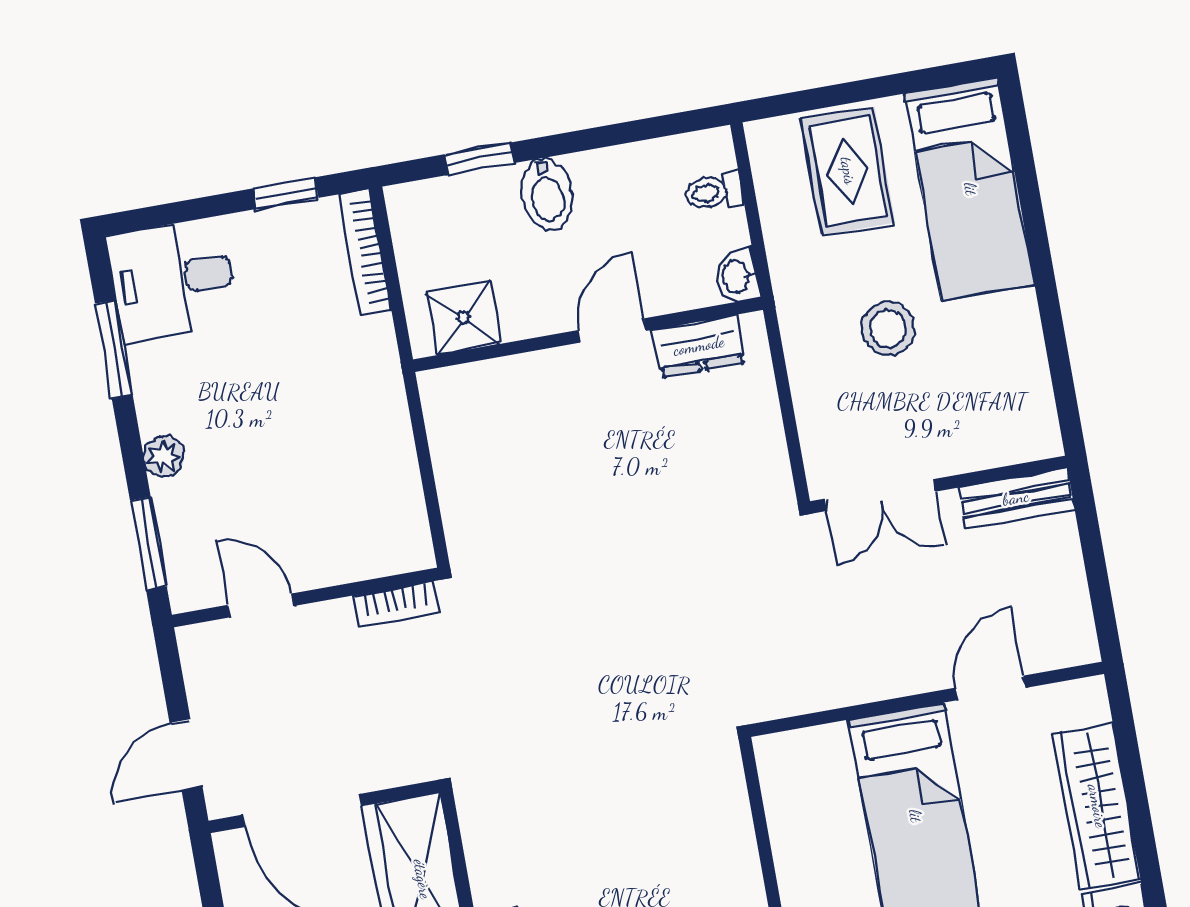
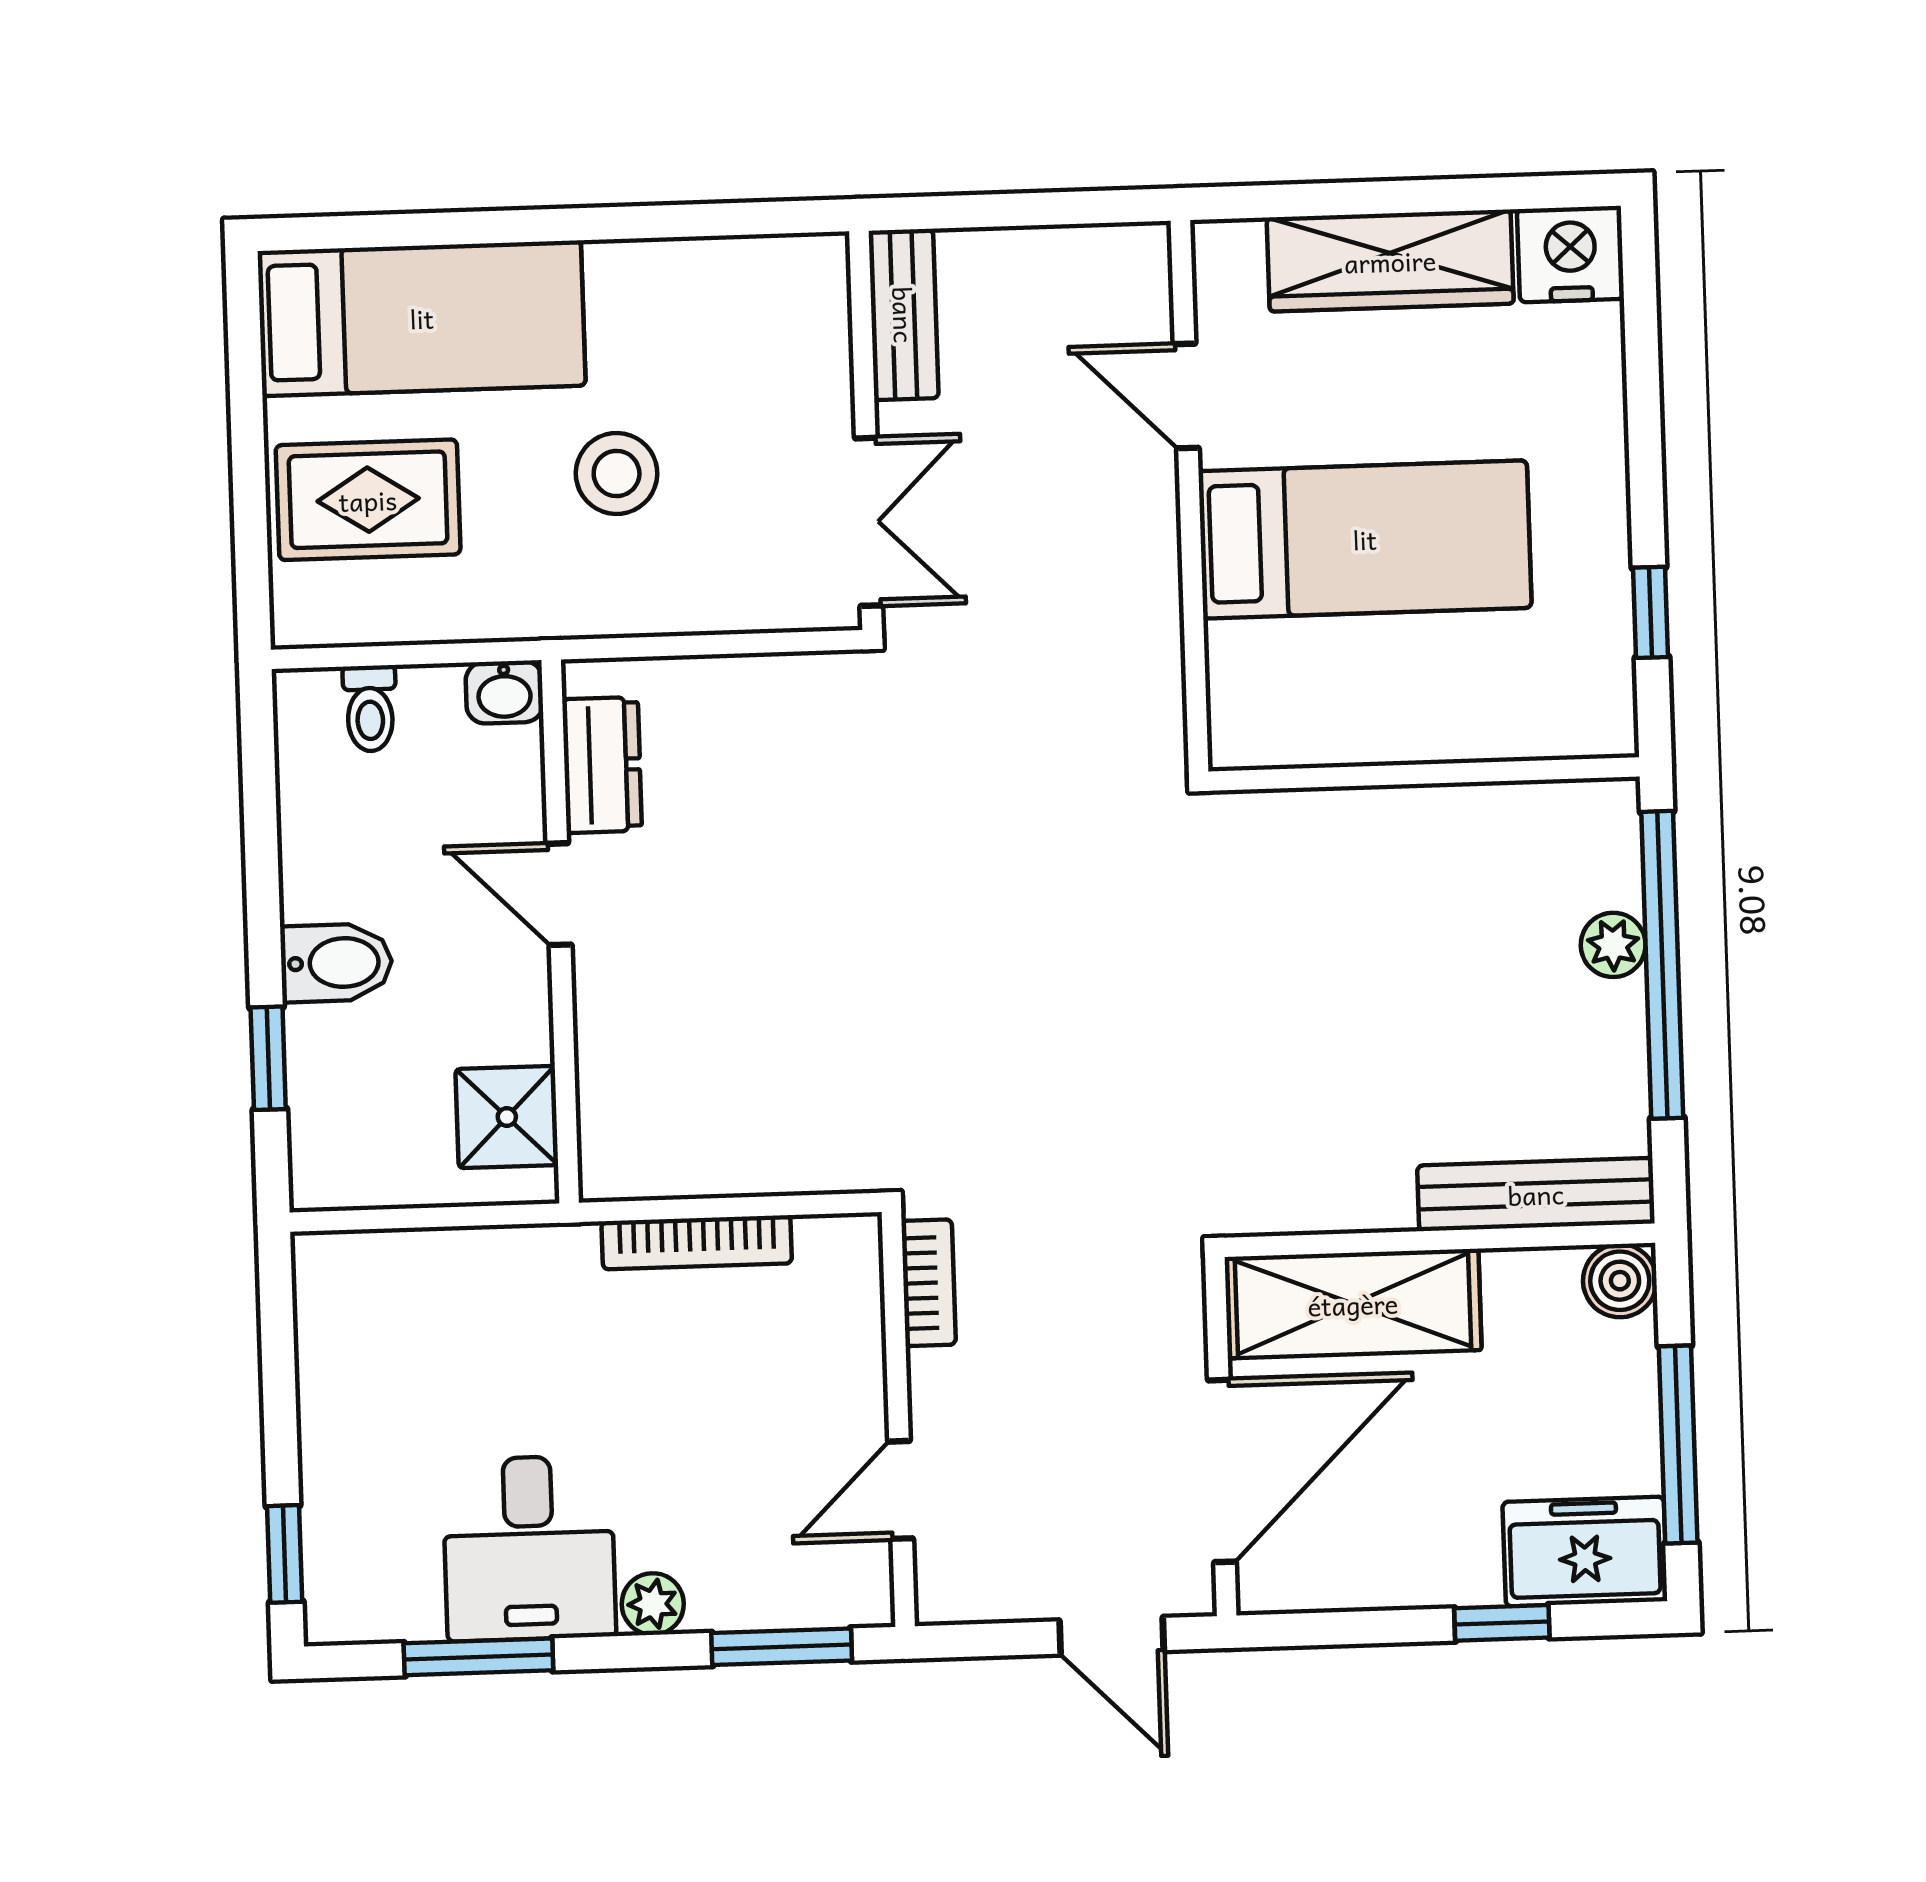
window: (286, 193) -> (285, 1554), moved
bookcase: (365, 252) -> (697, 1242), moved
desk: (172, 280) -> (529, 1548), moved

